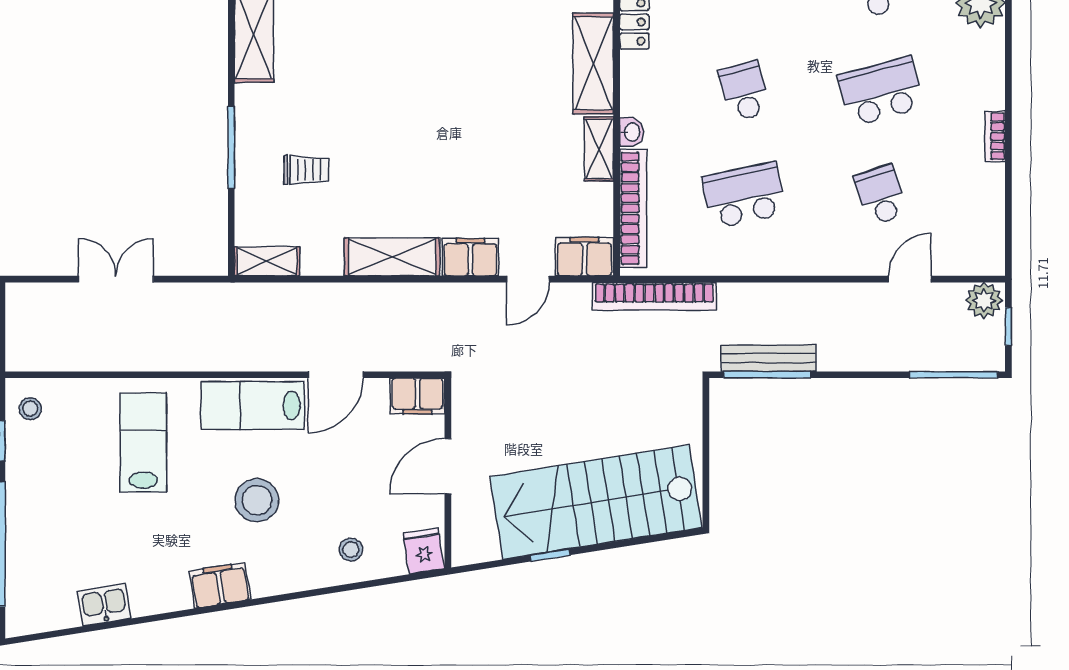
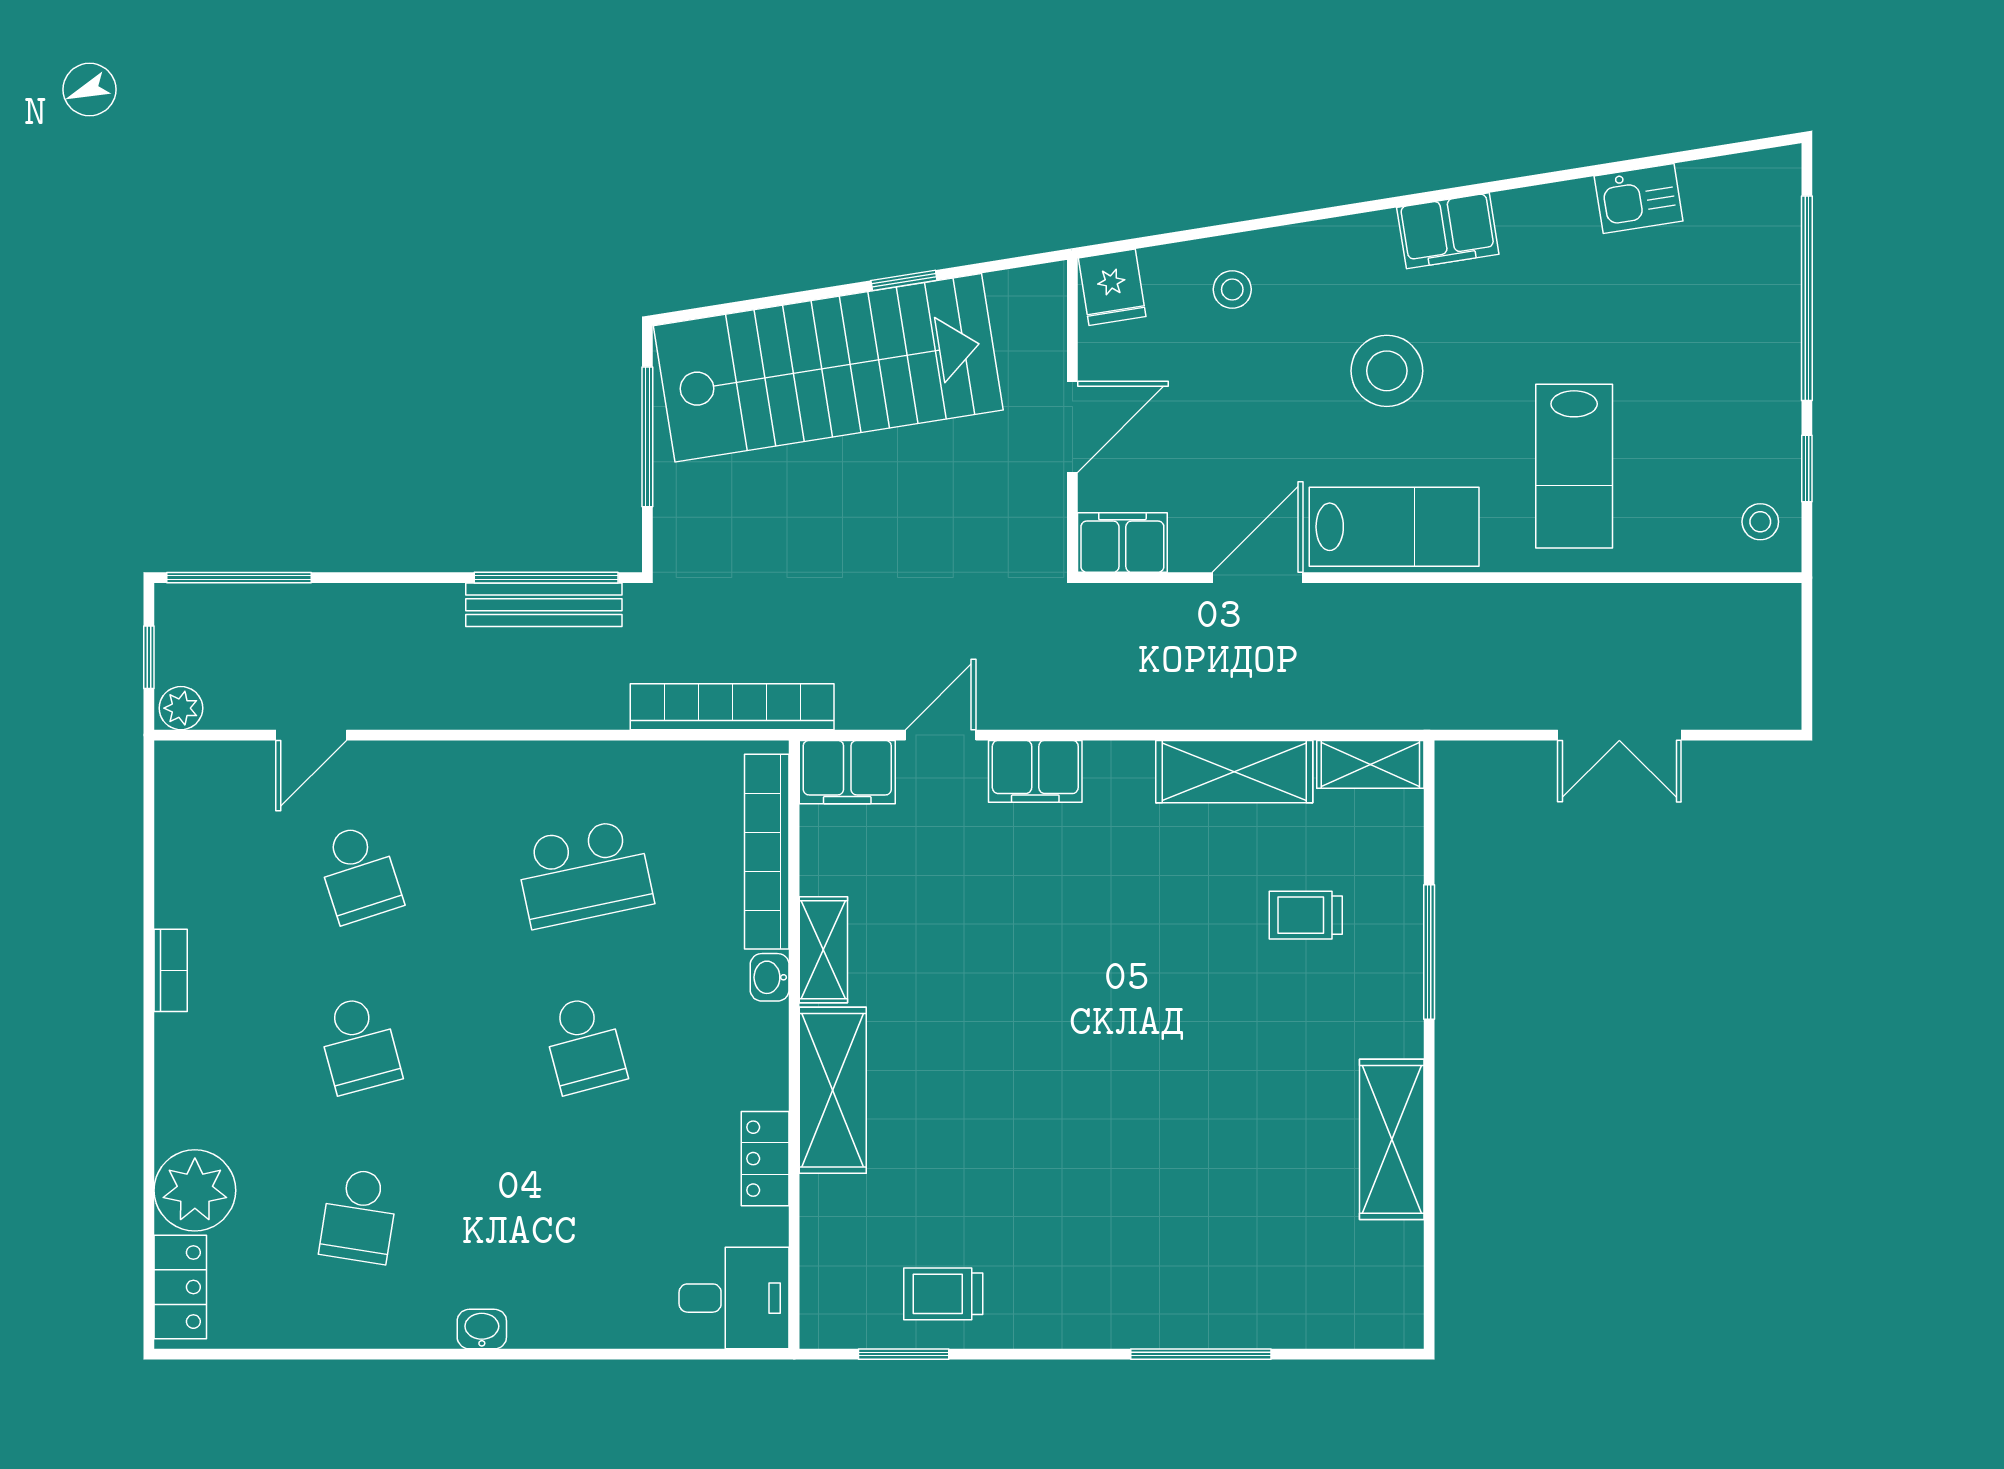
school desk: (881, 91) -> (359, 1045), width x0.54
shelving: (392, 257) -> (1234, 772), moved
plant: (984, 300) -> (181, 708), width x0.73, depth x0.73
window: (706, 460) -> (647, 437), added

